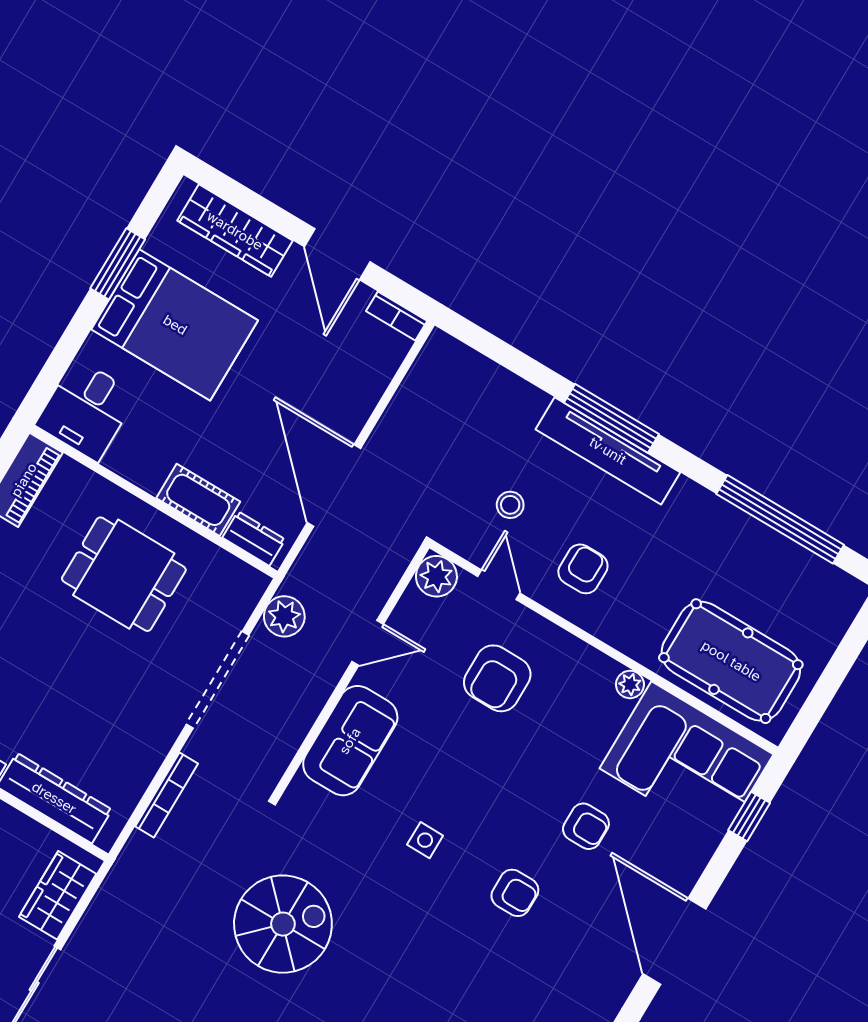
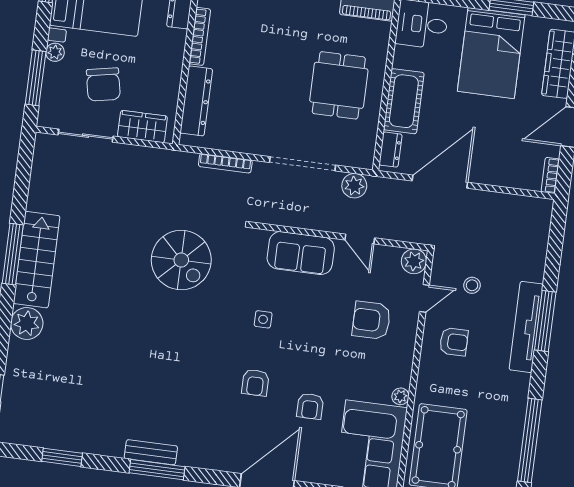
cot: (198, 500) -> (404, 101), width x1.37, depth x1.34

